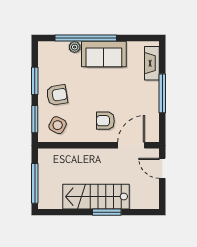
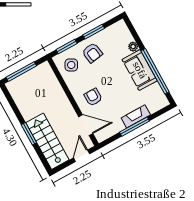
window: (86, 38) -> (155, 71), moved
fireplace: (152, 63) -> (136, 116), moved
stairs: (96, 197) -> (47, 141), moved

